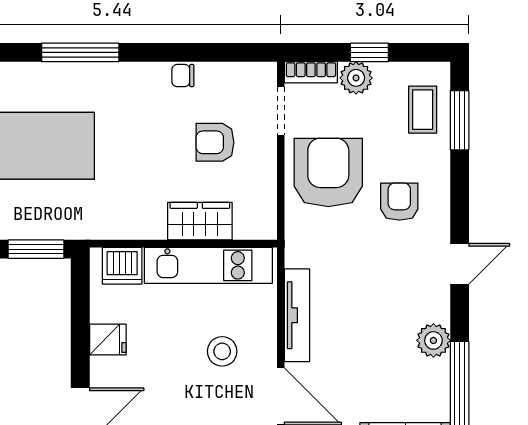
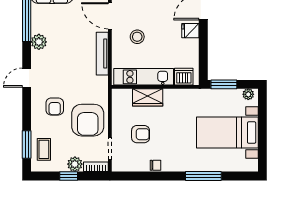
fridge: (108, 340) -> (190, 31), moved

